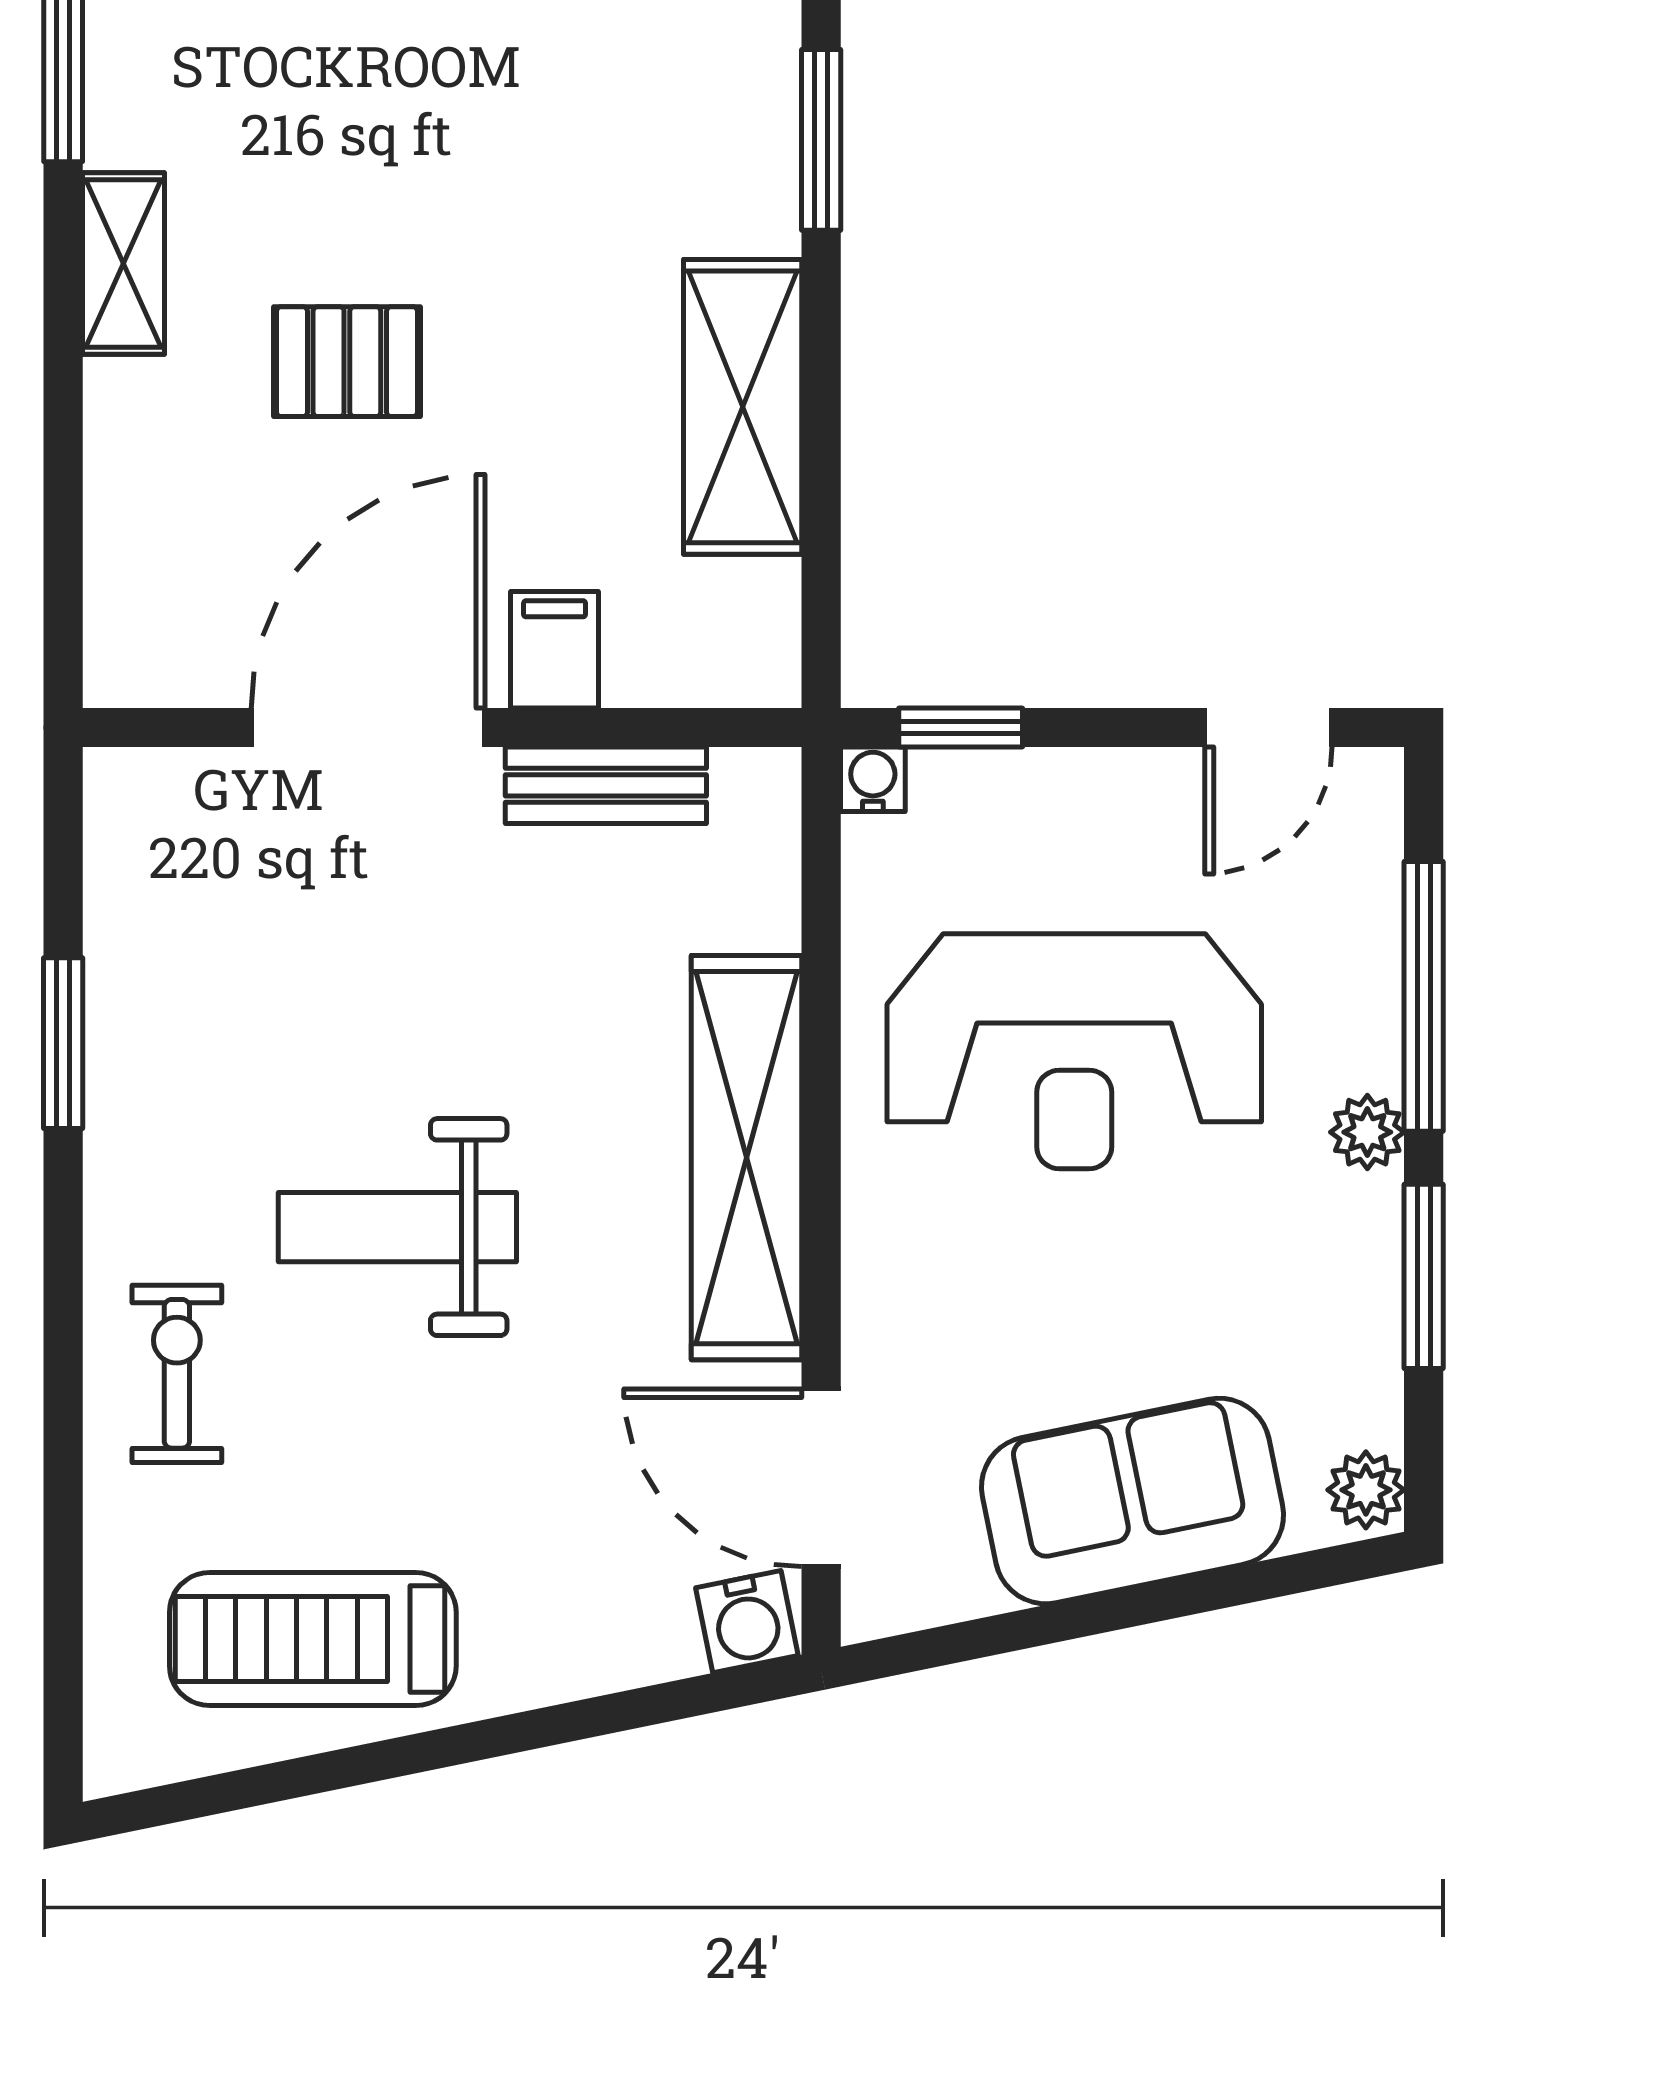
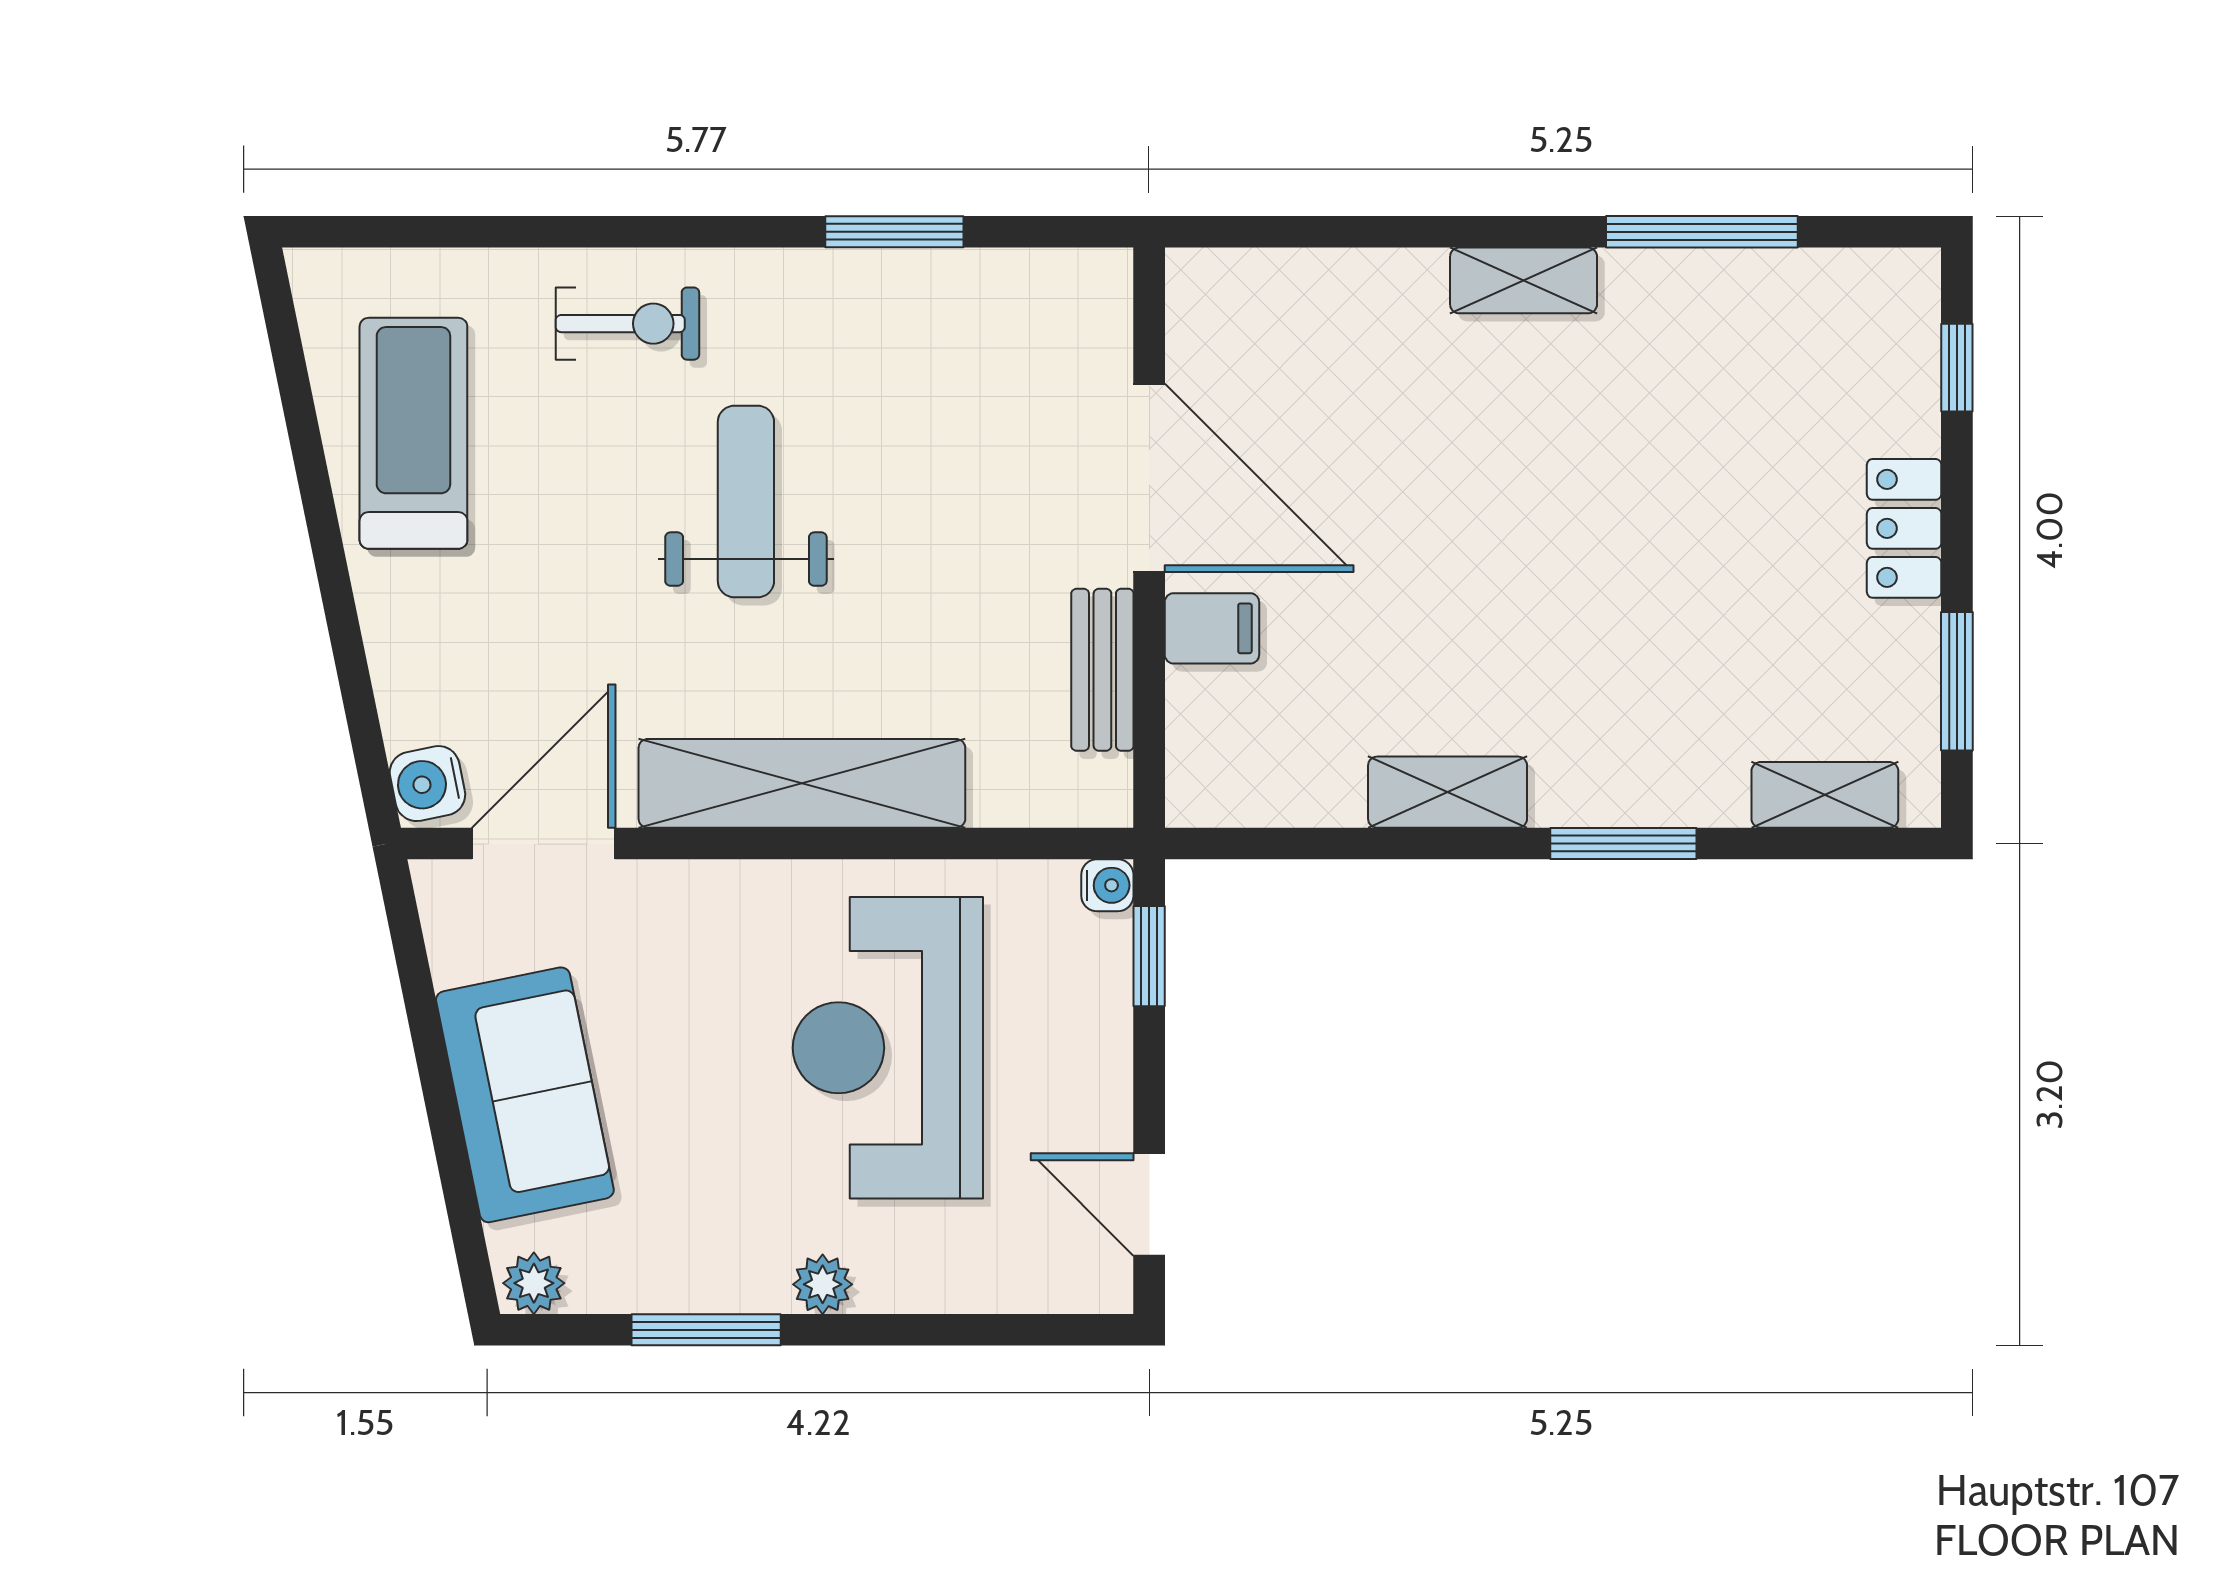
pallet: (347, 362) -> (1444, 461), removed
shelving: (743, 407) -> (1448, 792), width x0.67, depth x0.75
window: (1424, 996) -> (932, 1330), removed

